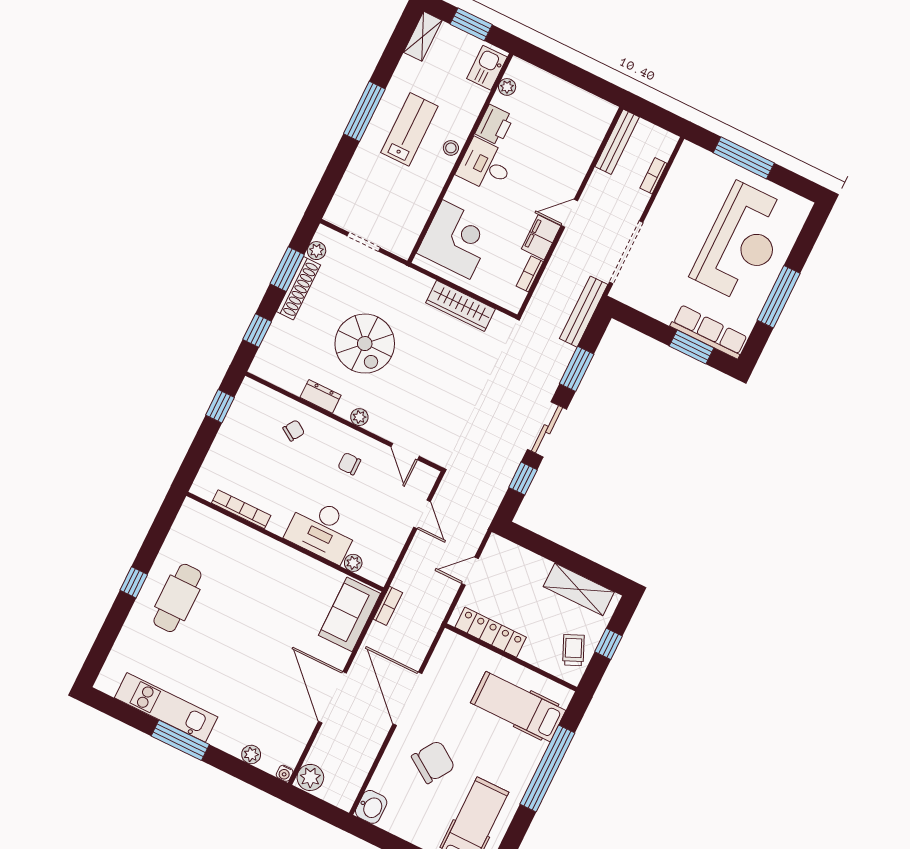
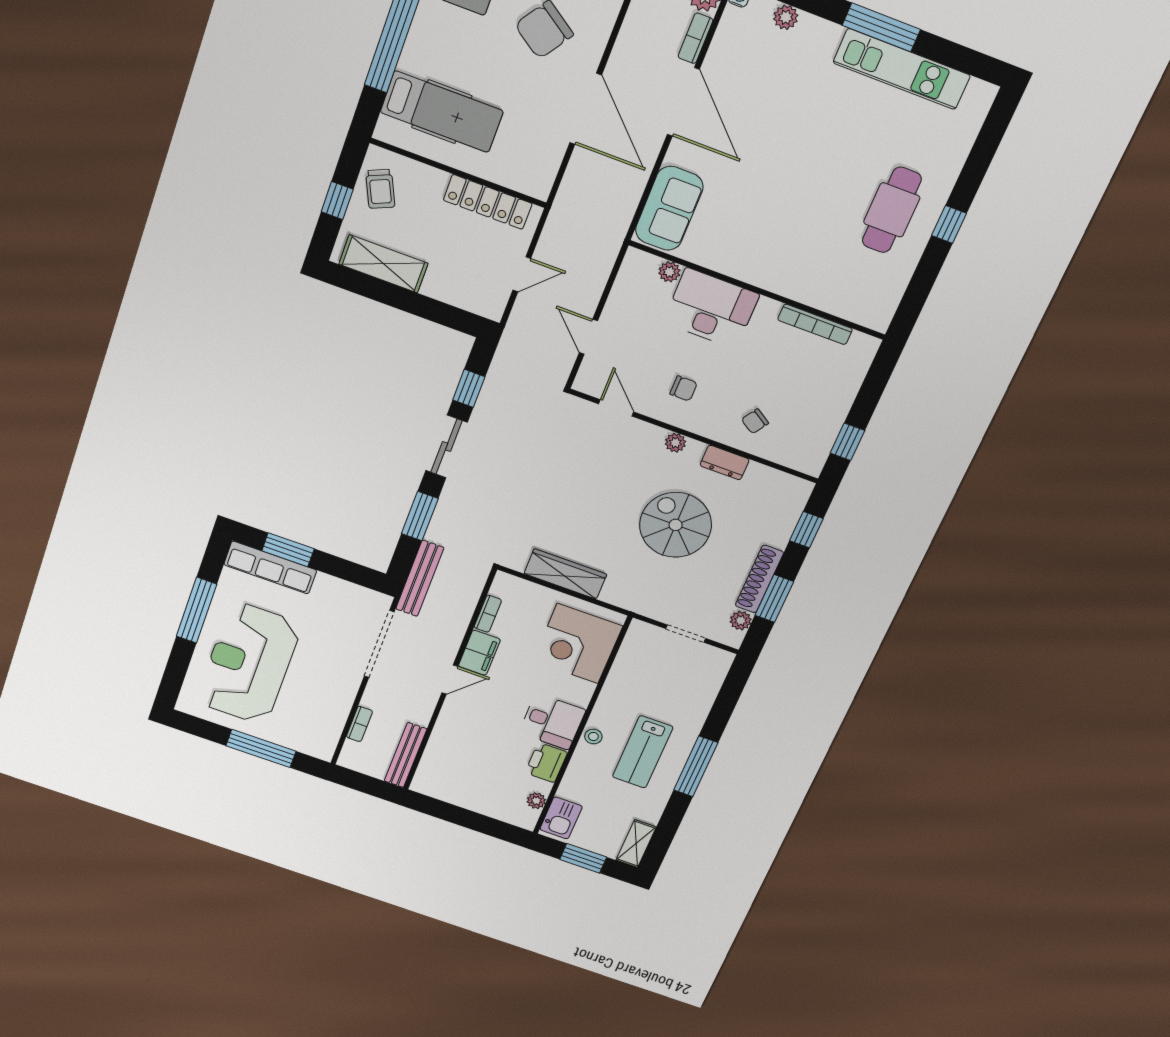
bookcase: (388, 606) -> (695, 38), moved

